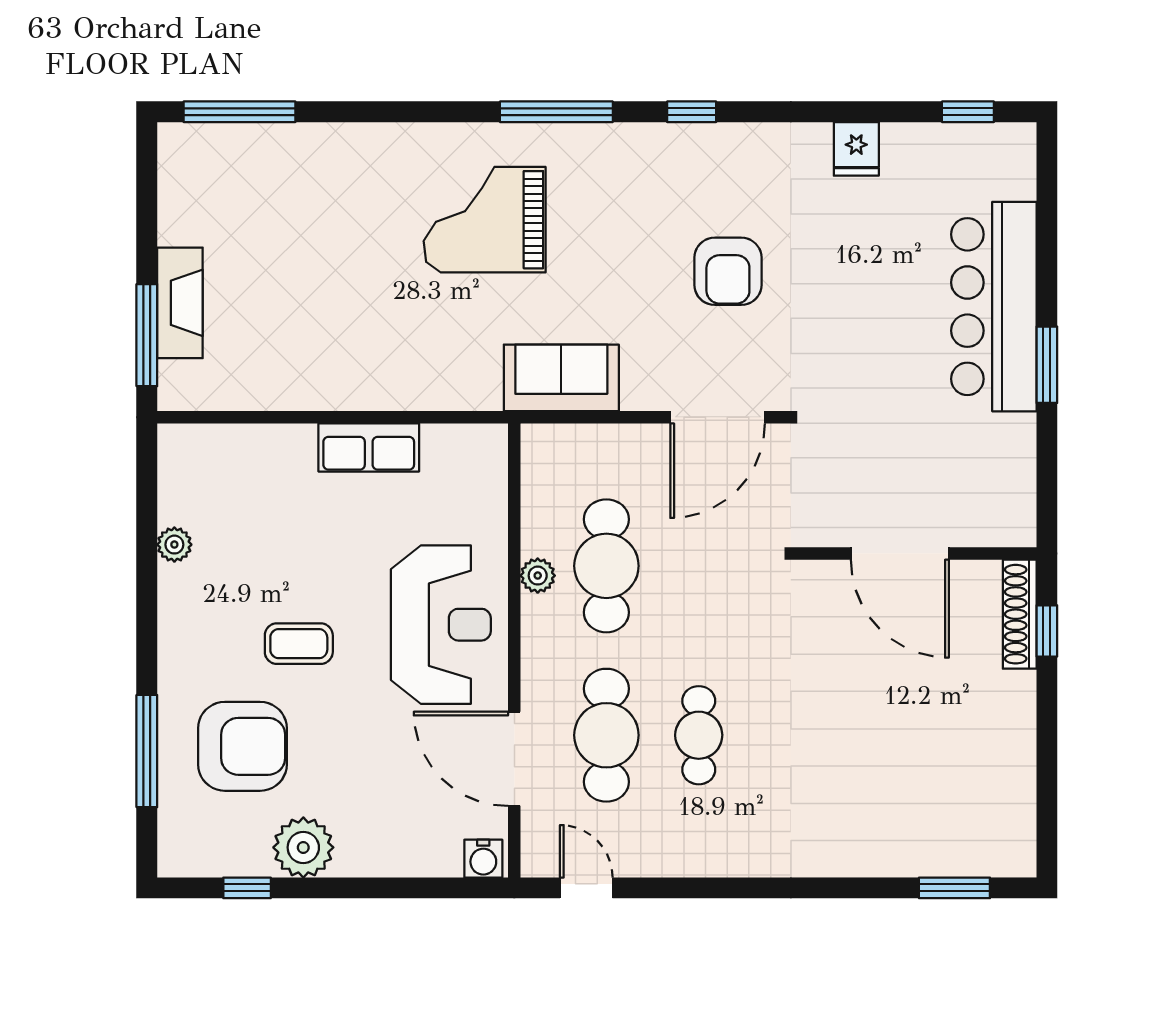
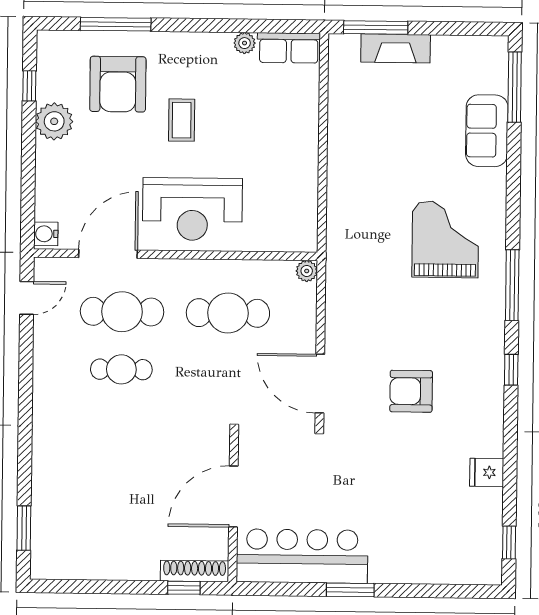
bar counter: (994, 307) -> (302, 556), moved
sofa: (561, 378) -> (487, 131), moved, turned 180
row of seats: (369, 447) -> (289, 48), moved, turned -90
plant: (538, 576) -> (307, 271), moved

